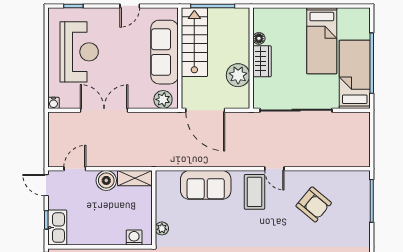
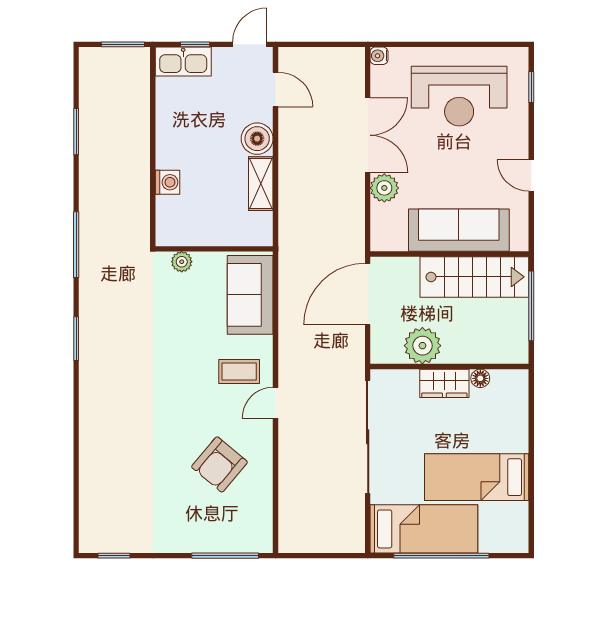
plant: (163, 99) -> (384, 188), moved
coffee table: (255, 192) -> (239, 371), width x0.73, depth x0.77
wall: (154, 208) -> (214, 249), moved
plant: (162, 228) -> (182, 262), moved

